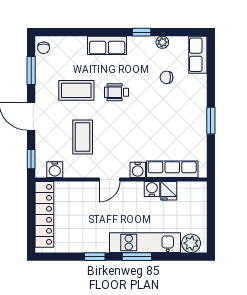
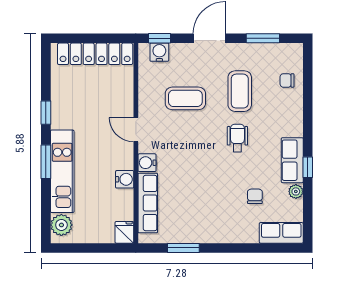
row of seats: (107, 45) -> (292, 160), moved
chair: (44, 48) -> (287, 80), moved
window: (211, 121) -> (183, 248), moved
water cooler: (55, 170) -> (159, 52), moved, turned 90
fridge: (169, 191) -> (124, 232), moved, turned 90

